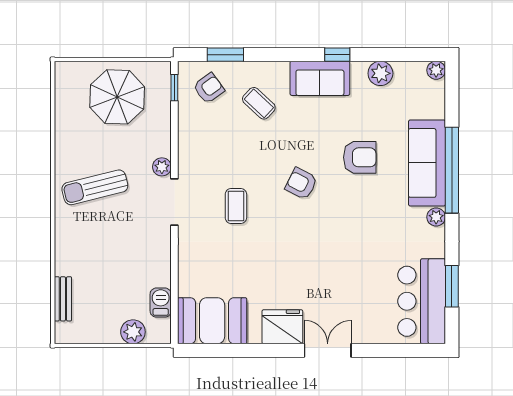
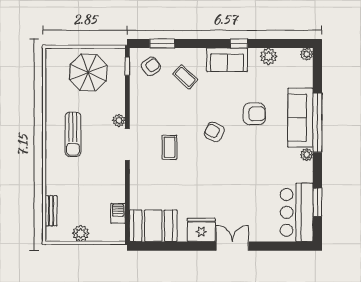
sun lounger: (95, 187) -> (73, 134), turned -76
plant: (133, 332) -> (81, 233), moved

